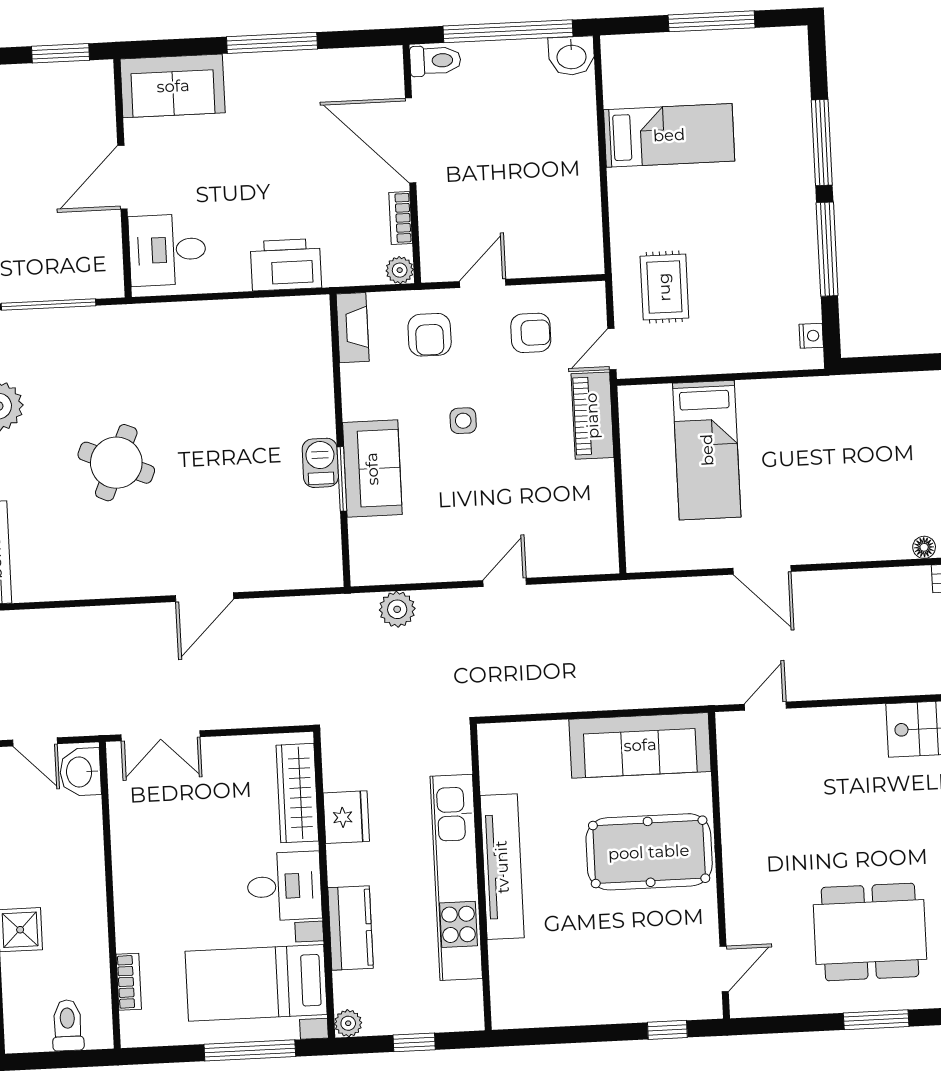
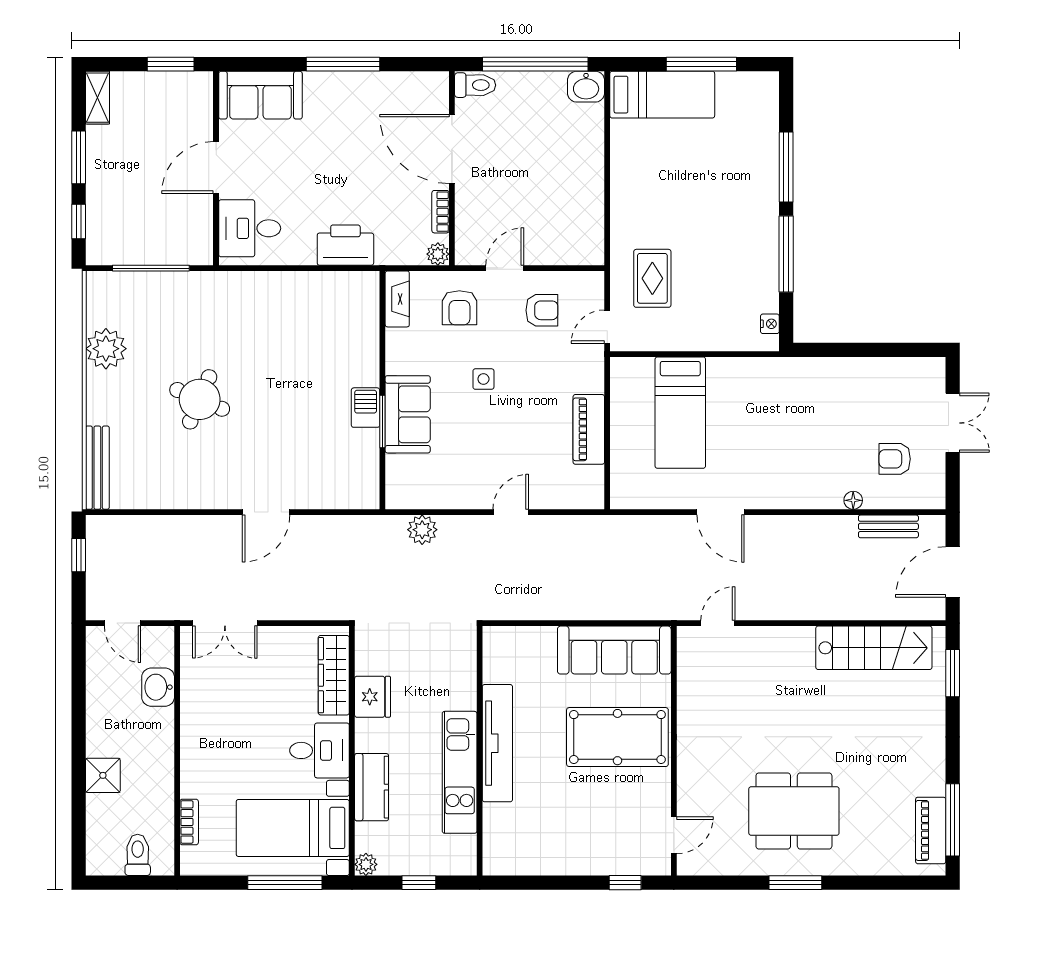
bed: (669, 135) -> (662, 95), moved
piano: (592, 416) -> (589, 429), moved
washbasin: (80, 772) -> (158, 687), moved
kitchen unit: (456, 877) -> (460, 772), width x0.73

